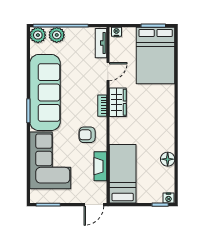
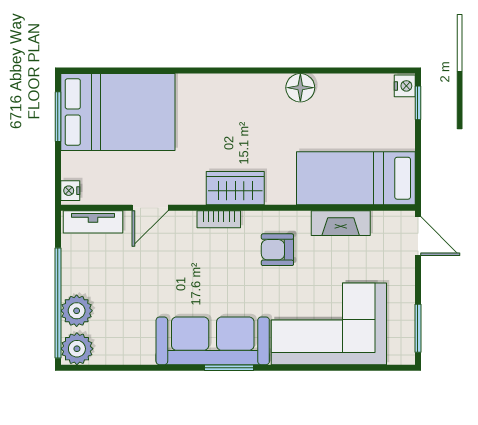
door: (108, 71) -> (150, 208), swing flipped
sofa: (45, 92) -> (213, 341), width x0.74, depth x0.79
wardrobe: (118, 102) -> (235, 188), moved
armchair: (87, 135) -> (277, 250), turned 90
floor lamp: (168, 159) -> (300, 88), moved

